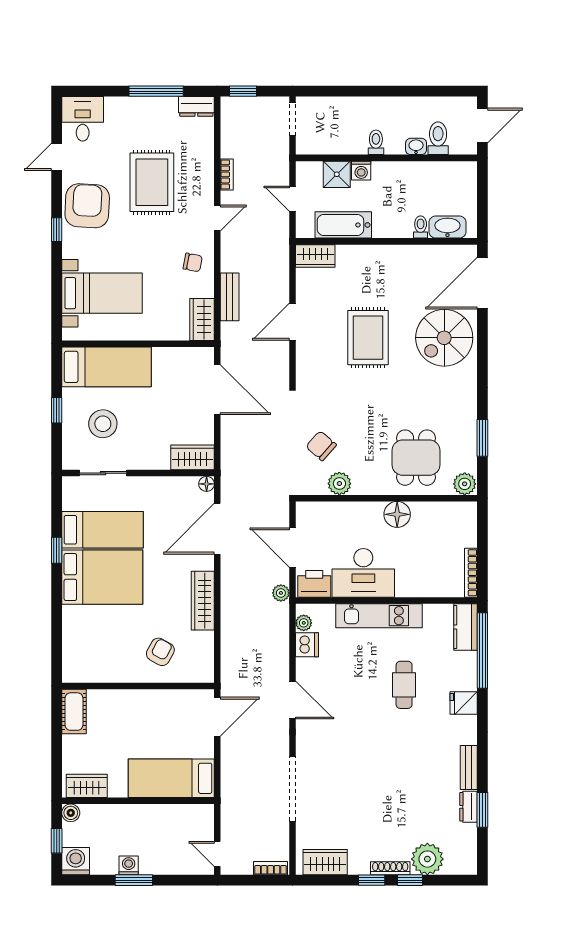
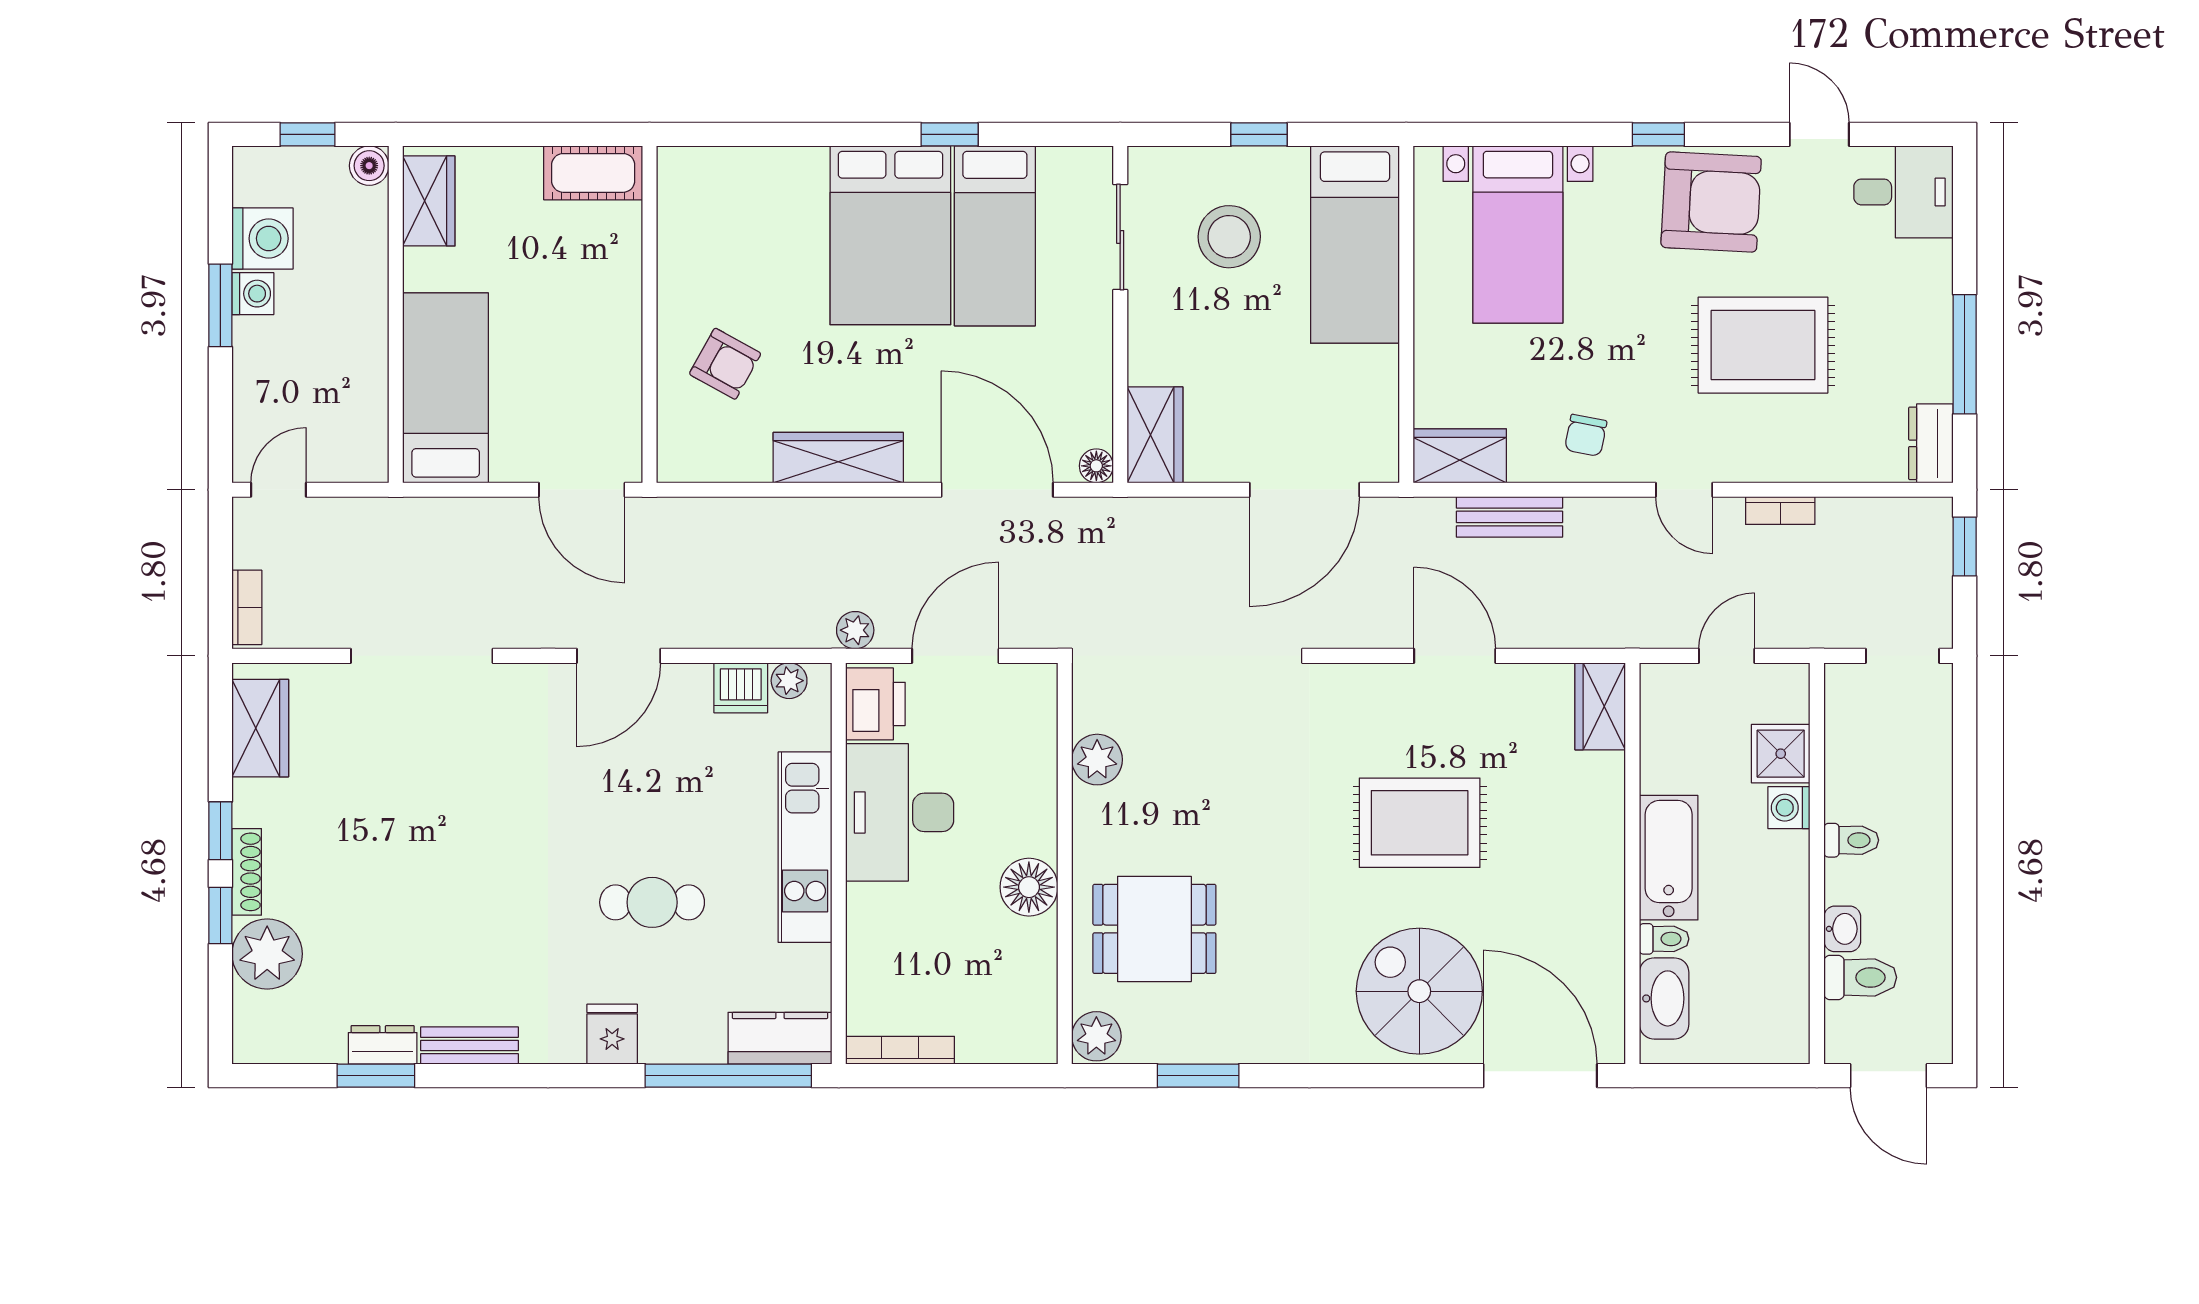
bathtub: (343, 225) -> (1669, 858), moved
chair: (321, 446) -> (1181, 719), removed
washing machine: (76, 861) -> (263, 238), moved

